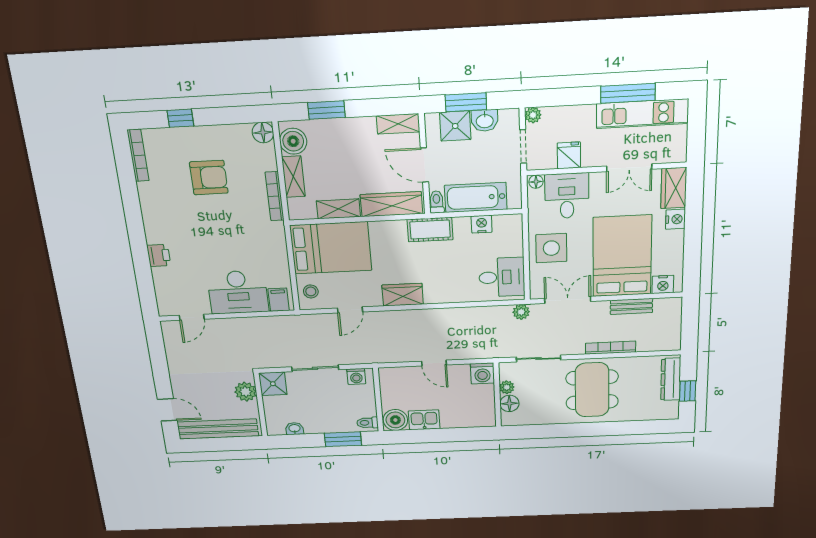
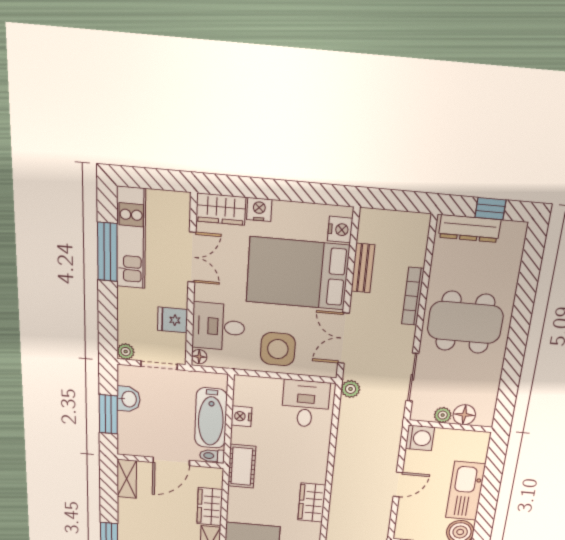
shower: (455, 126) -> (132, 427), removed
wardrobe: (391, 204) -> (210, 507), width x0.67
kitchen sink: (424, 420) -> (466, 491), width x1.87, depth x1.24

